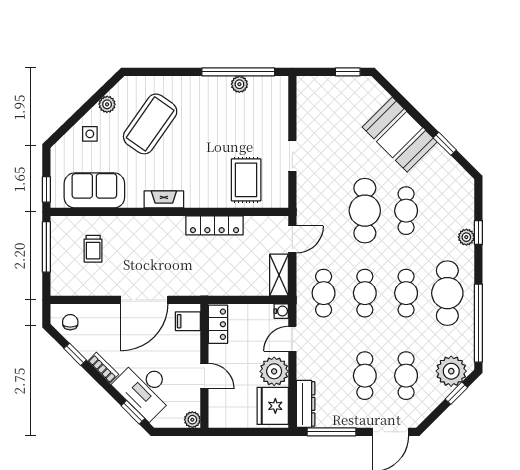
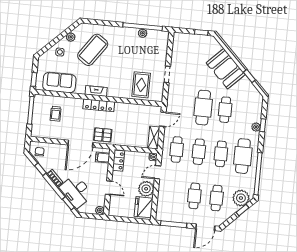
locker: (215, 225) -> (99, 105), moved
pallet: (184, 279) -> (103, 135), added
dresser: (306, 404) -> (161, 208), removed

